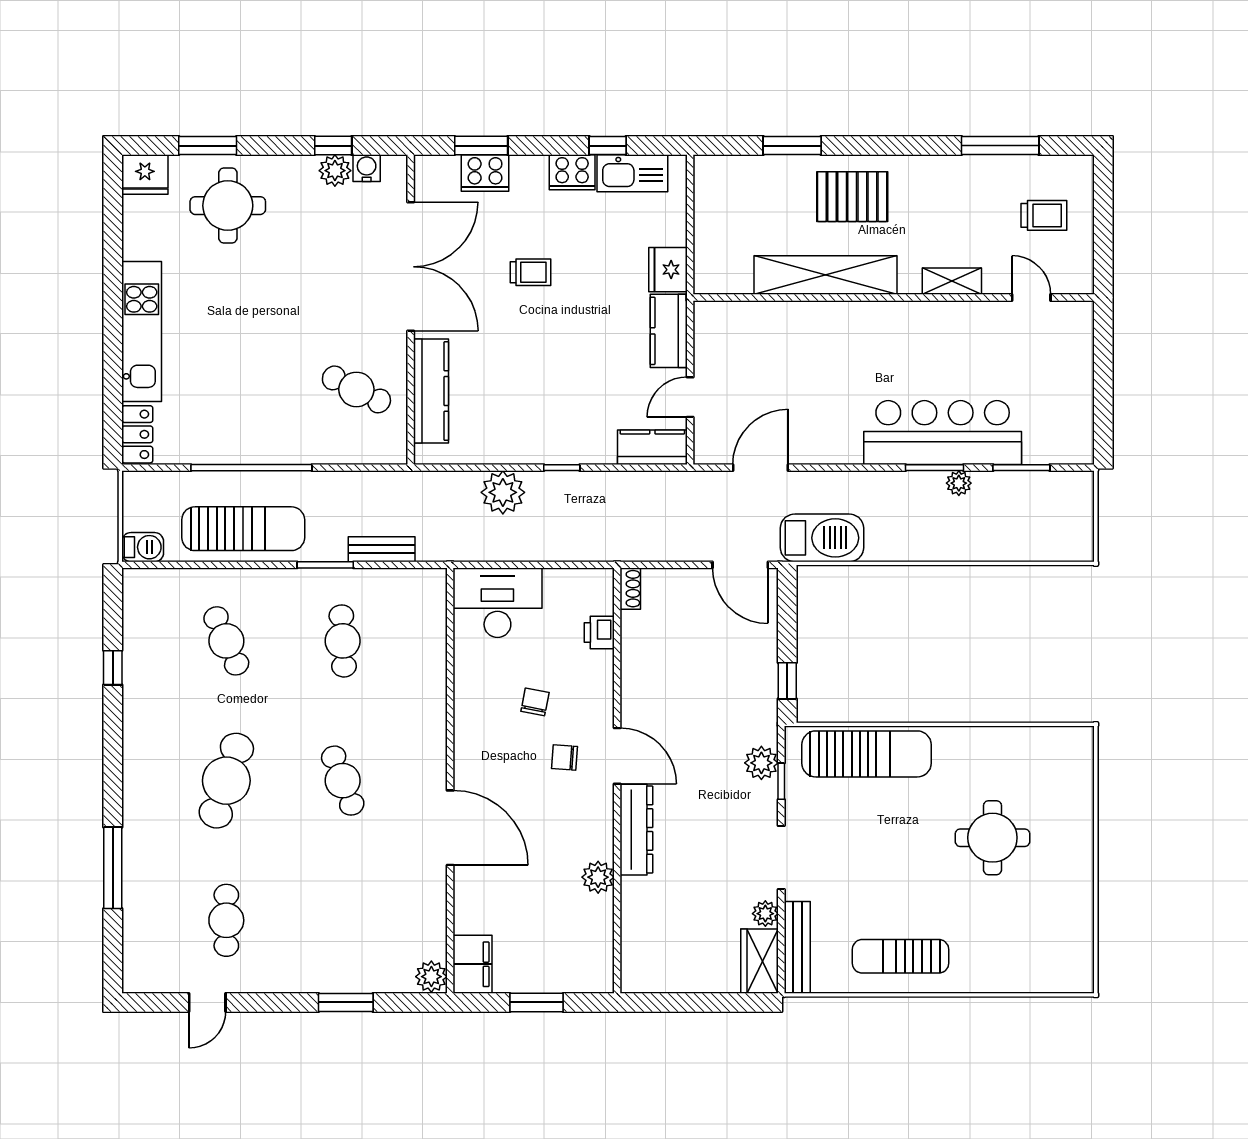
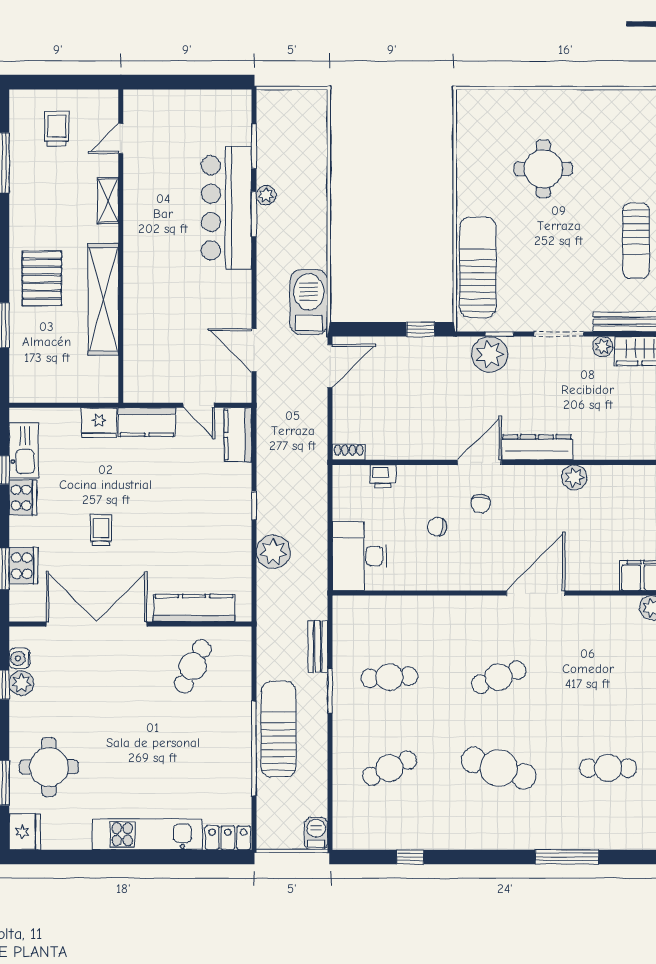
sun lounger: (243, 529) -> (278, 729), moved
plant: (761, 763) -> (490, 354), width x1.36, depth x1.36

